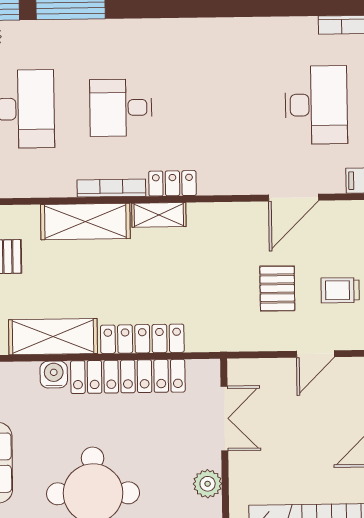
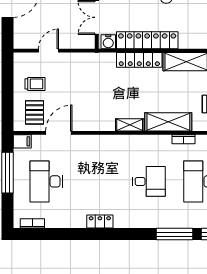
locker: (172, 183) -> (100, 222), moved, turned 180
bookcase: (111, 188) -> (184, 139), moved, width x0.64
pallet: (277, 288) -> (35, 112), moved
water cooler: (54, 374) -> (108, 42), moved

